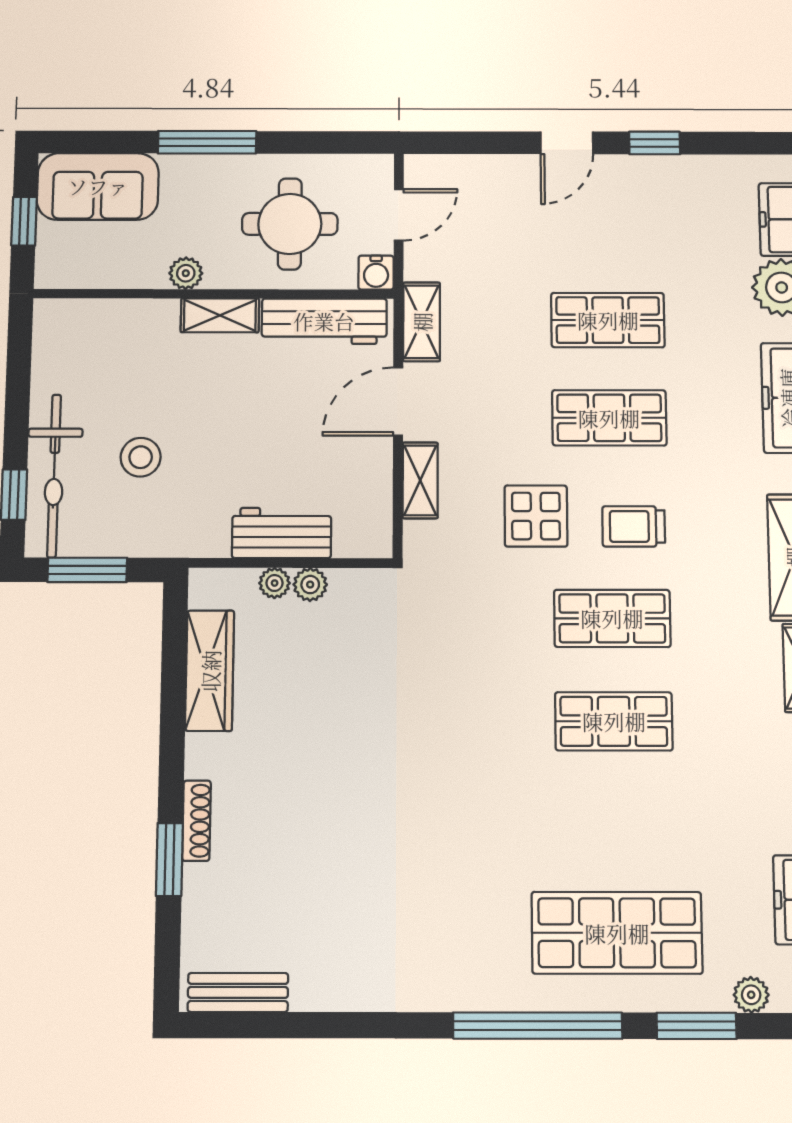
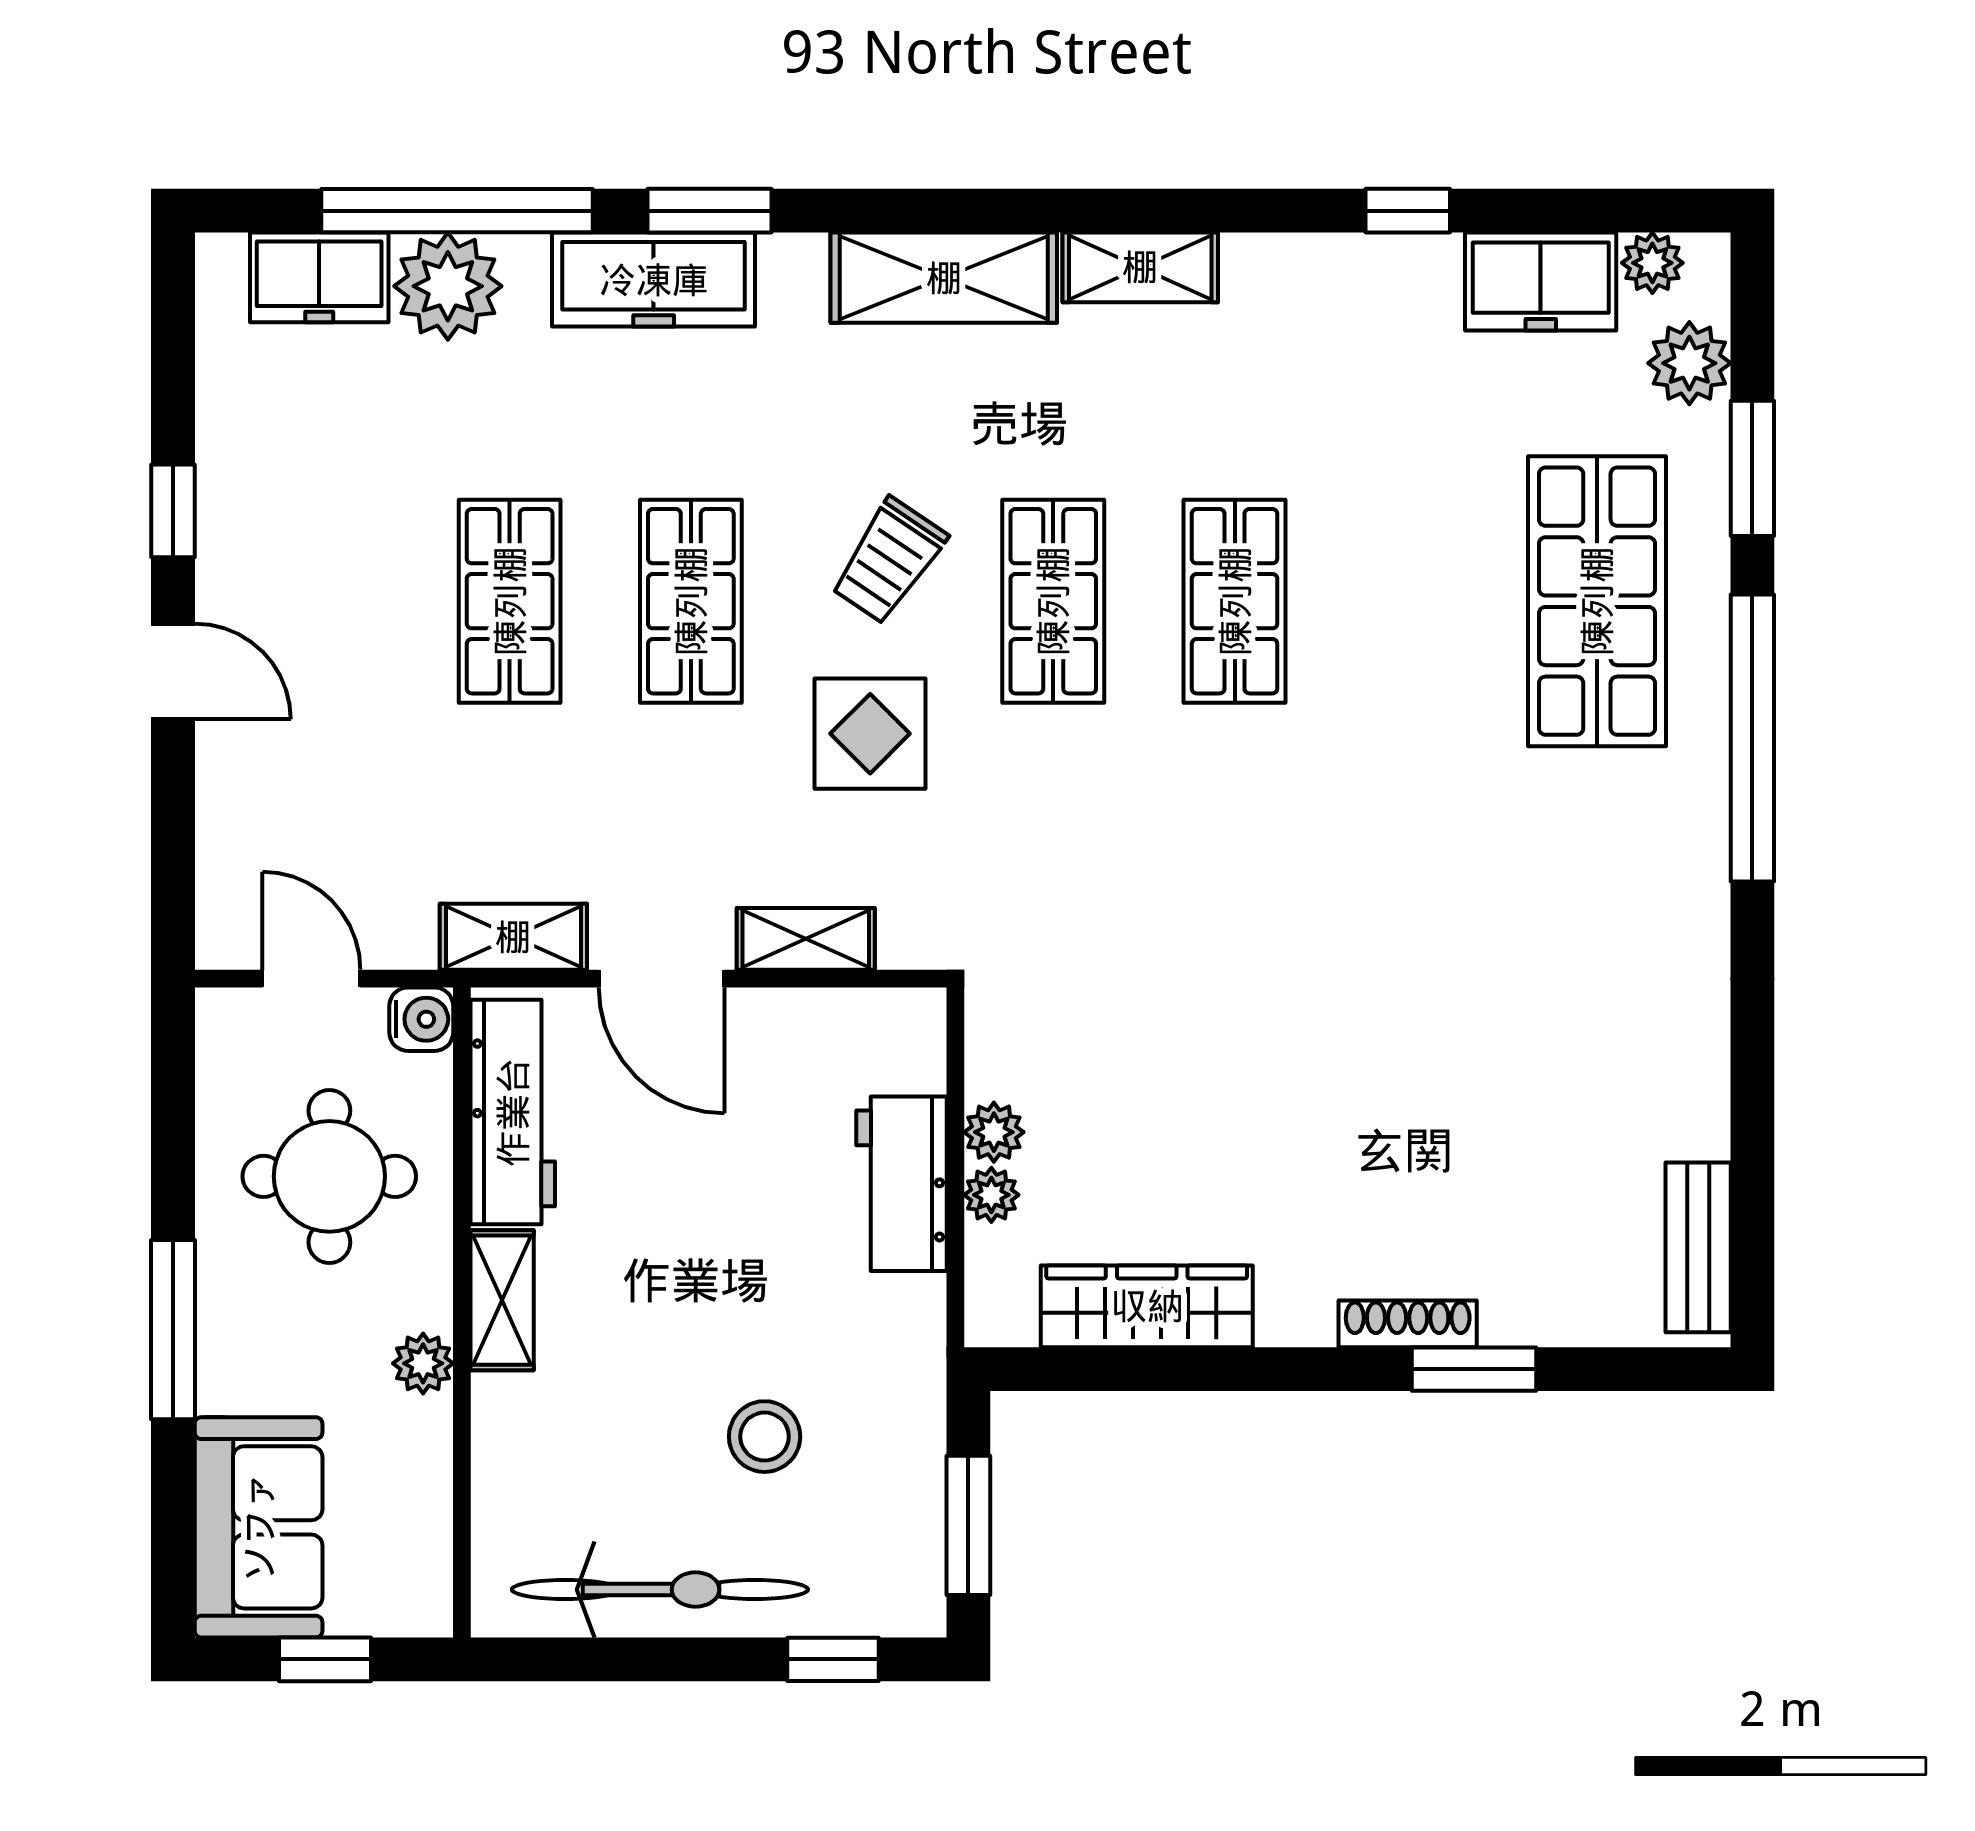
bicycle: (54, 476) -> (660, 1590), moved
trolley: (634, 526) -> (889, 561), turned 34
plant: (751, 995) -> (1689, 363), width x1.38, depth x1.38

